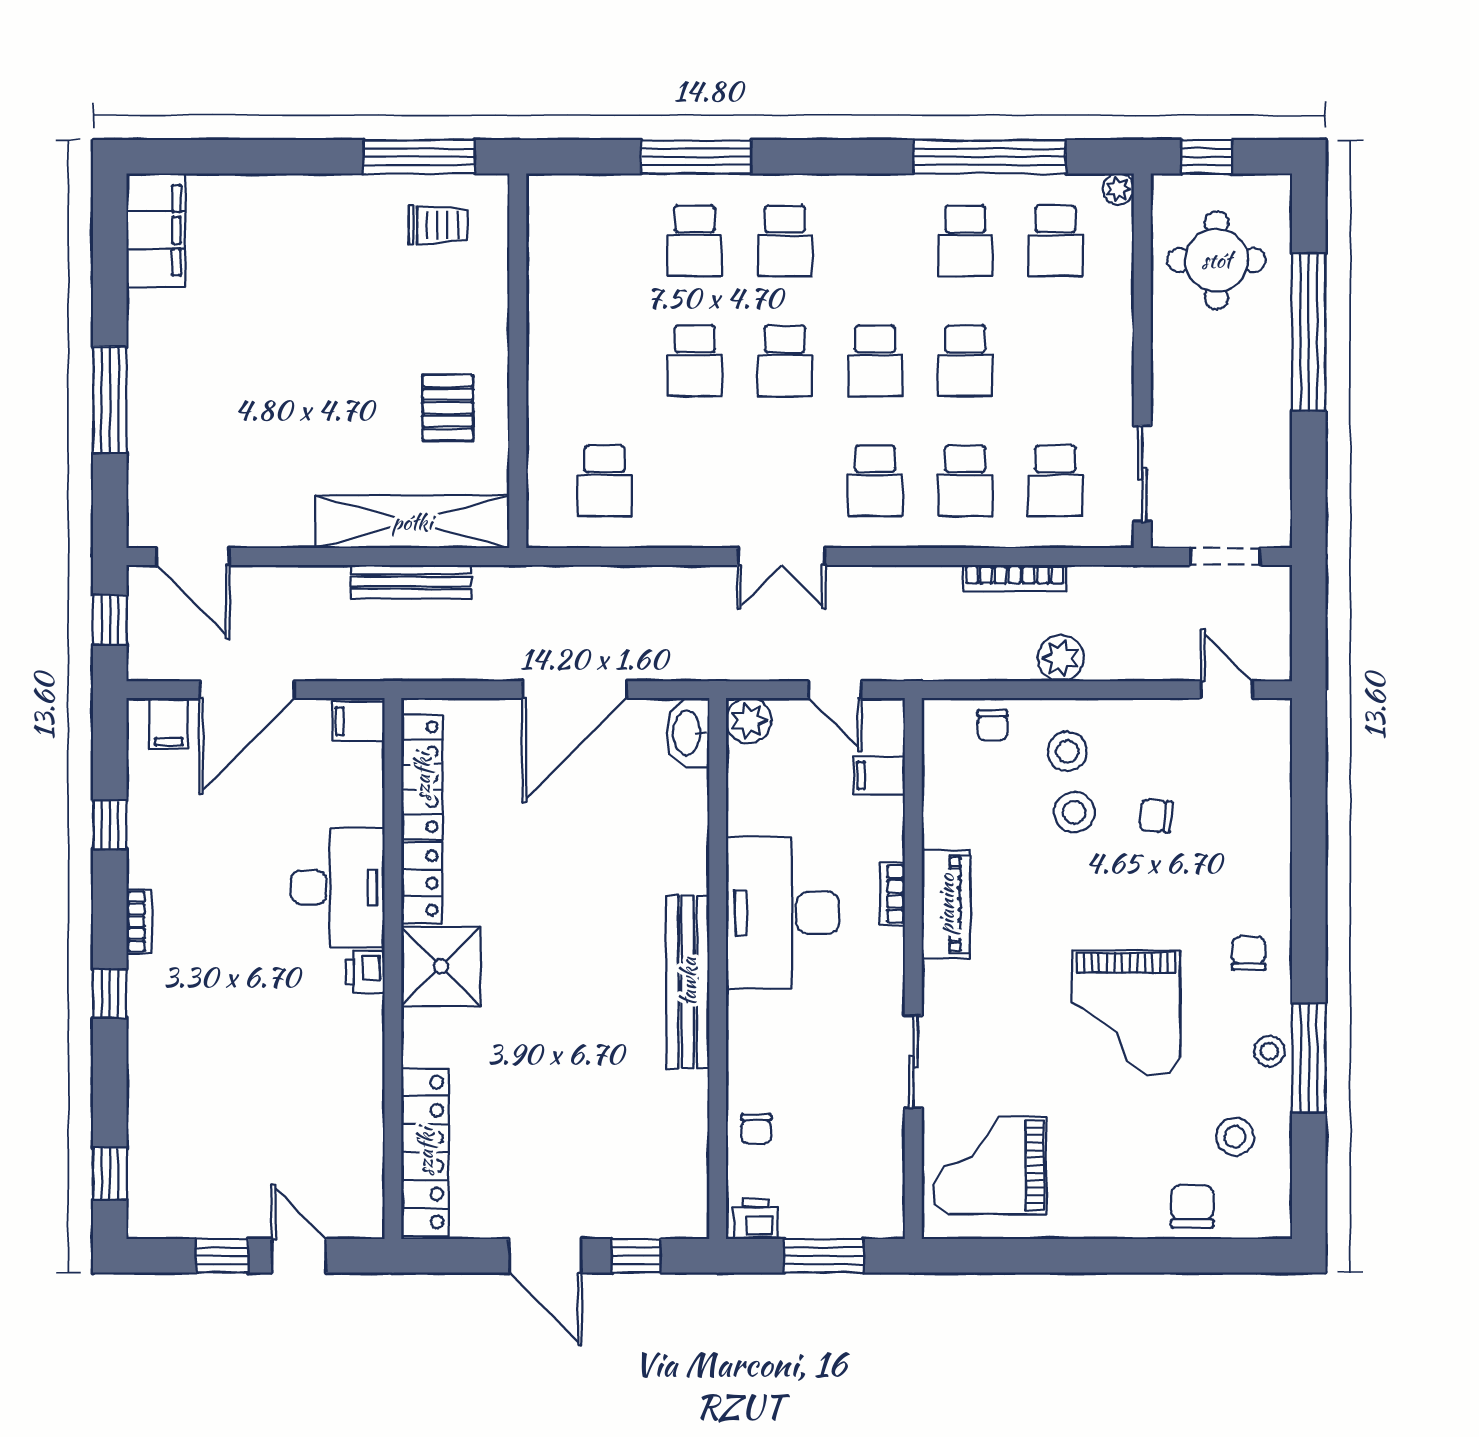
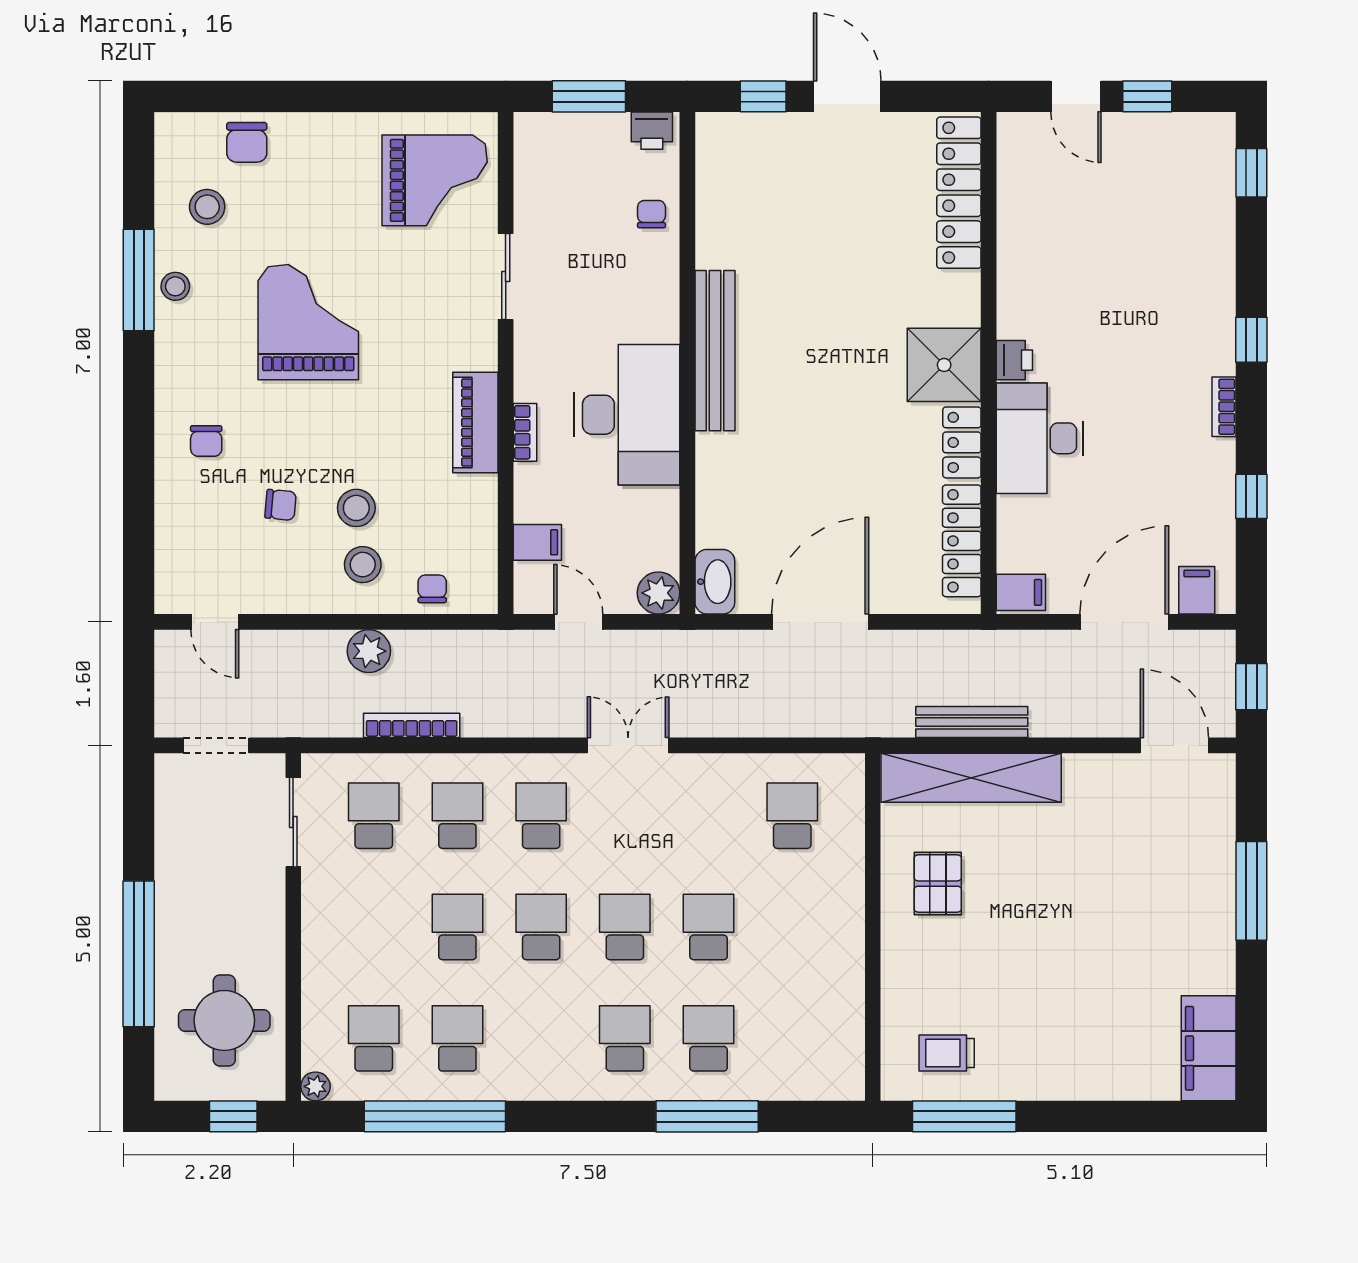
chair: (1249, 953) -> (206, 441), moved

